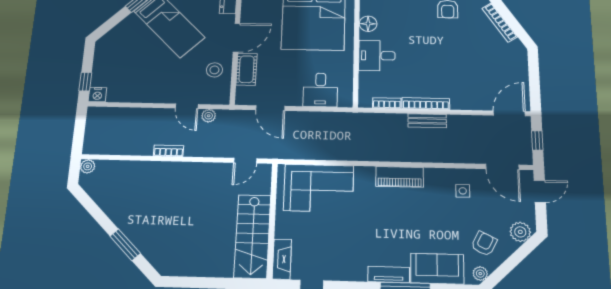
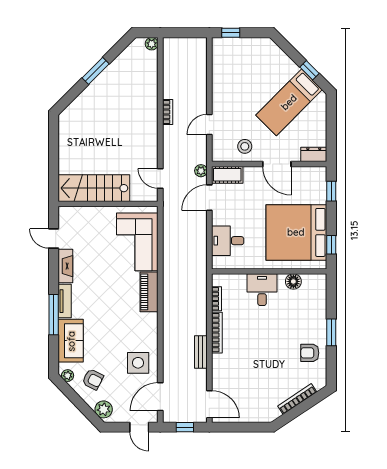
cot: (247, 69) -> (227, 175), moved
nightstand: (97, 95) -> (219, 45), removed
plant: (209, 116) -> (201, 171), moved
bench: (427, 121) -> (201, 352), moved
piano: (400, 177) -> (149, 292), moved
side table: (463, 191) -> (138, 363), width x1.87, depth x1.87
window: (125, 245) -> (96, 71), moved
fireplace: (282, 259) -> (65, 266), moved, turned -90

